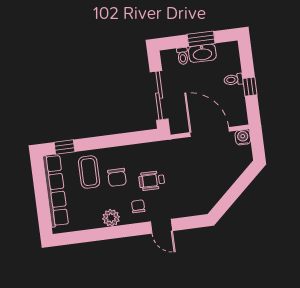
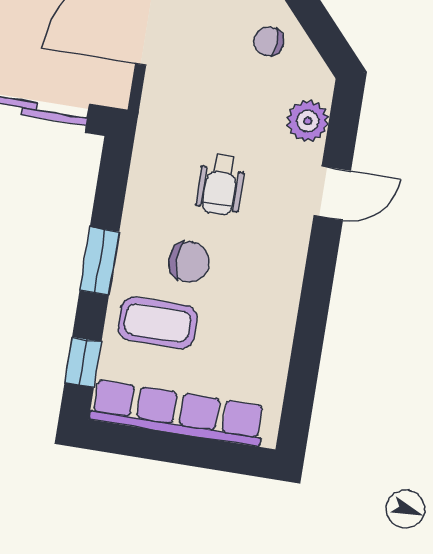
window: (107, 141) -> (99, 261), added
chair: (138, 206) -> (269, 41), moved
plant: (111, 218) -> (308, 121), moved

